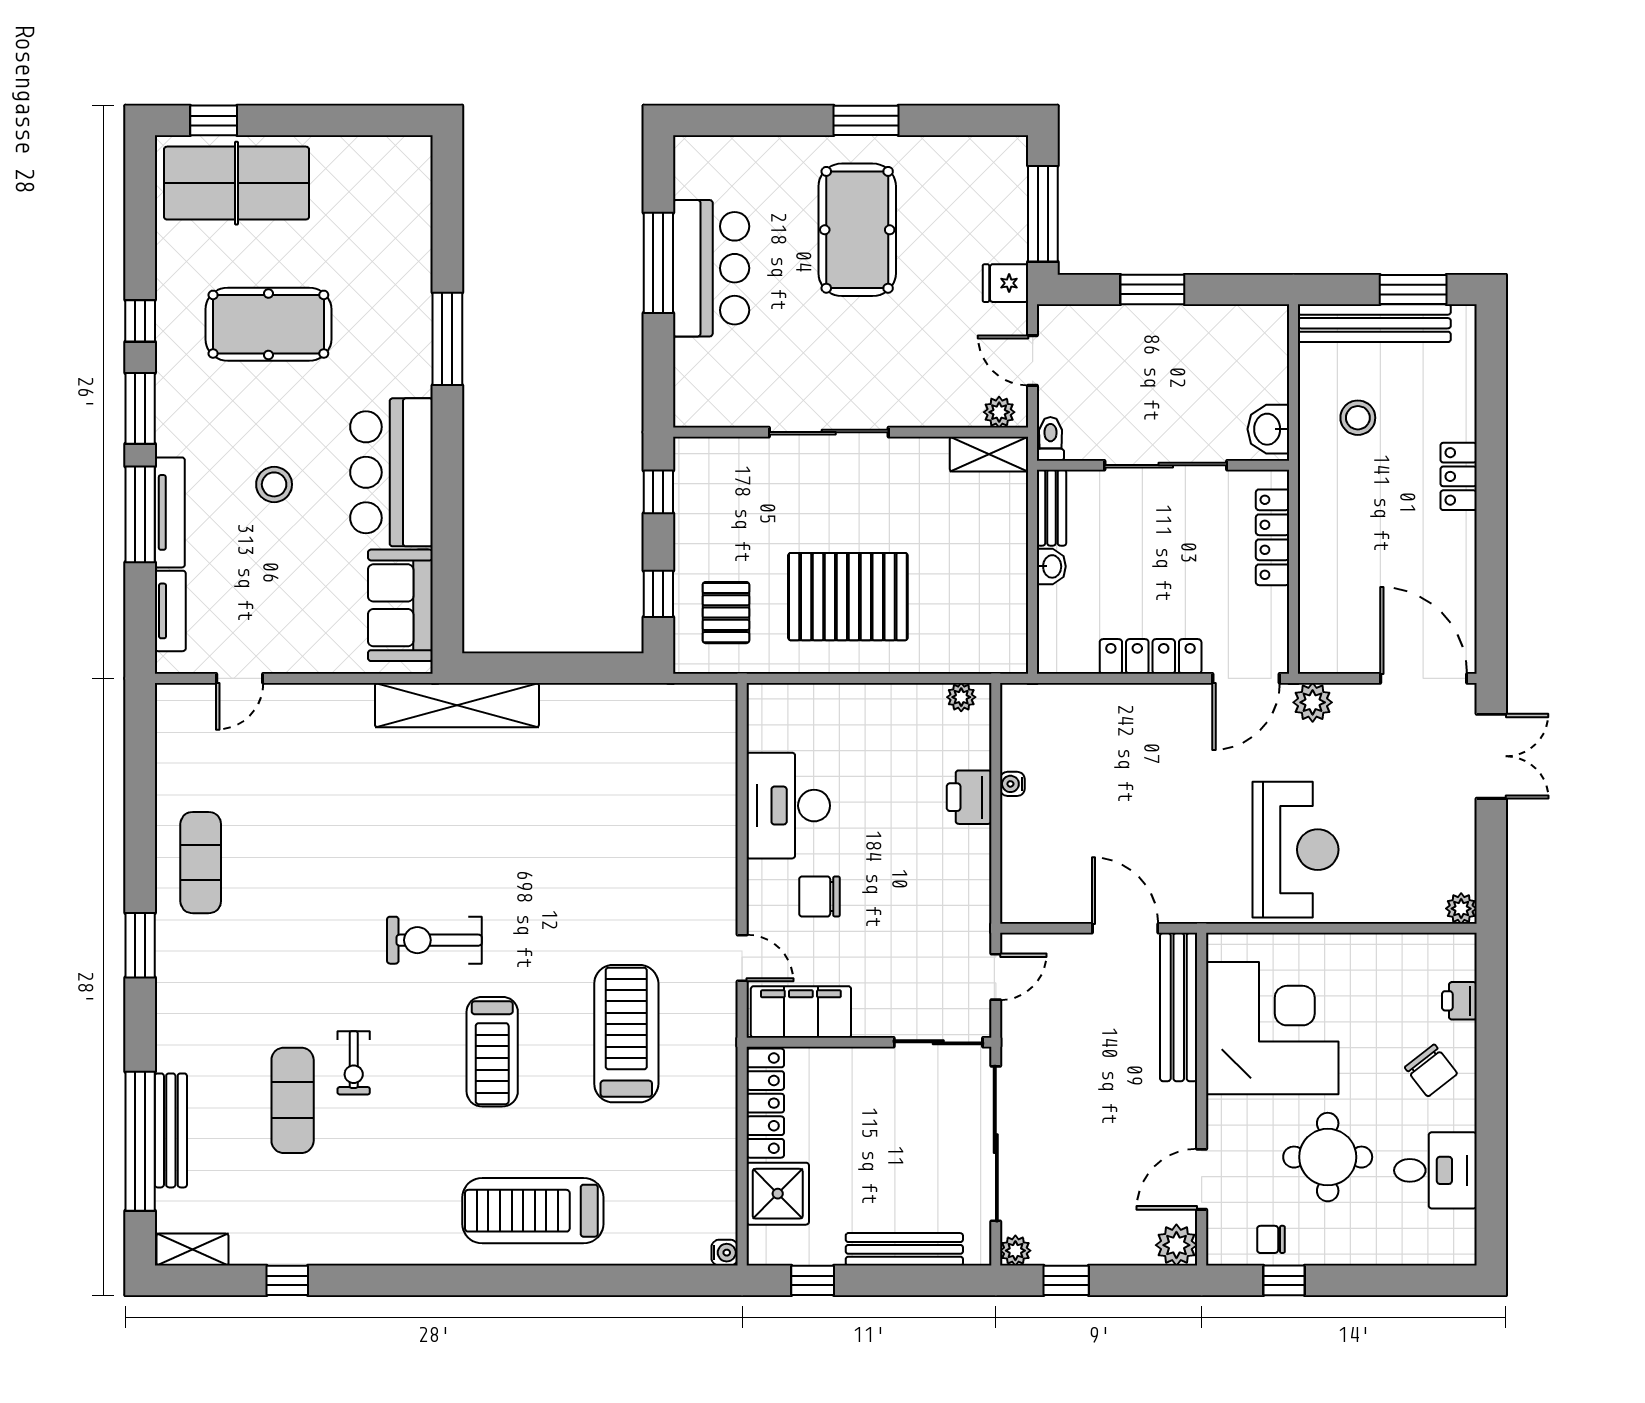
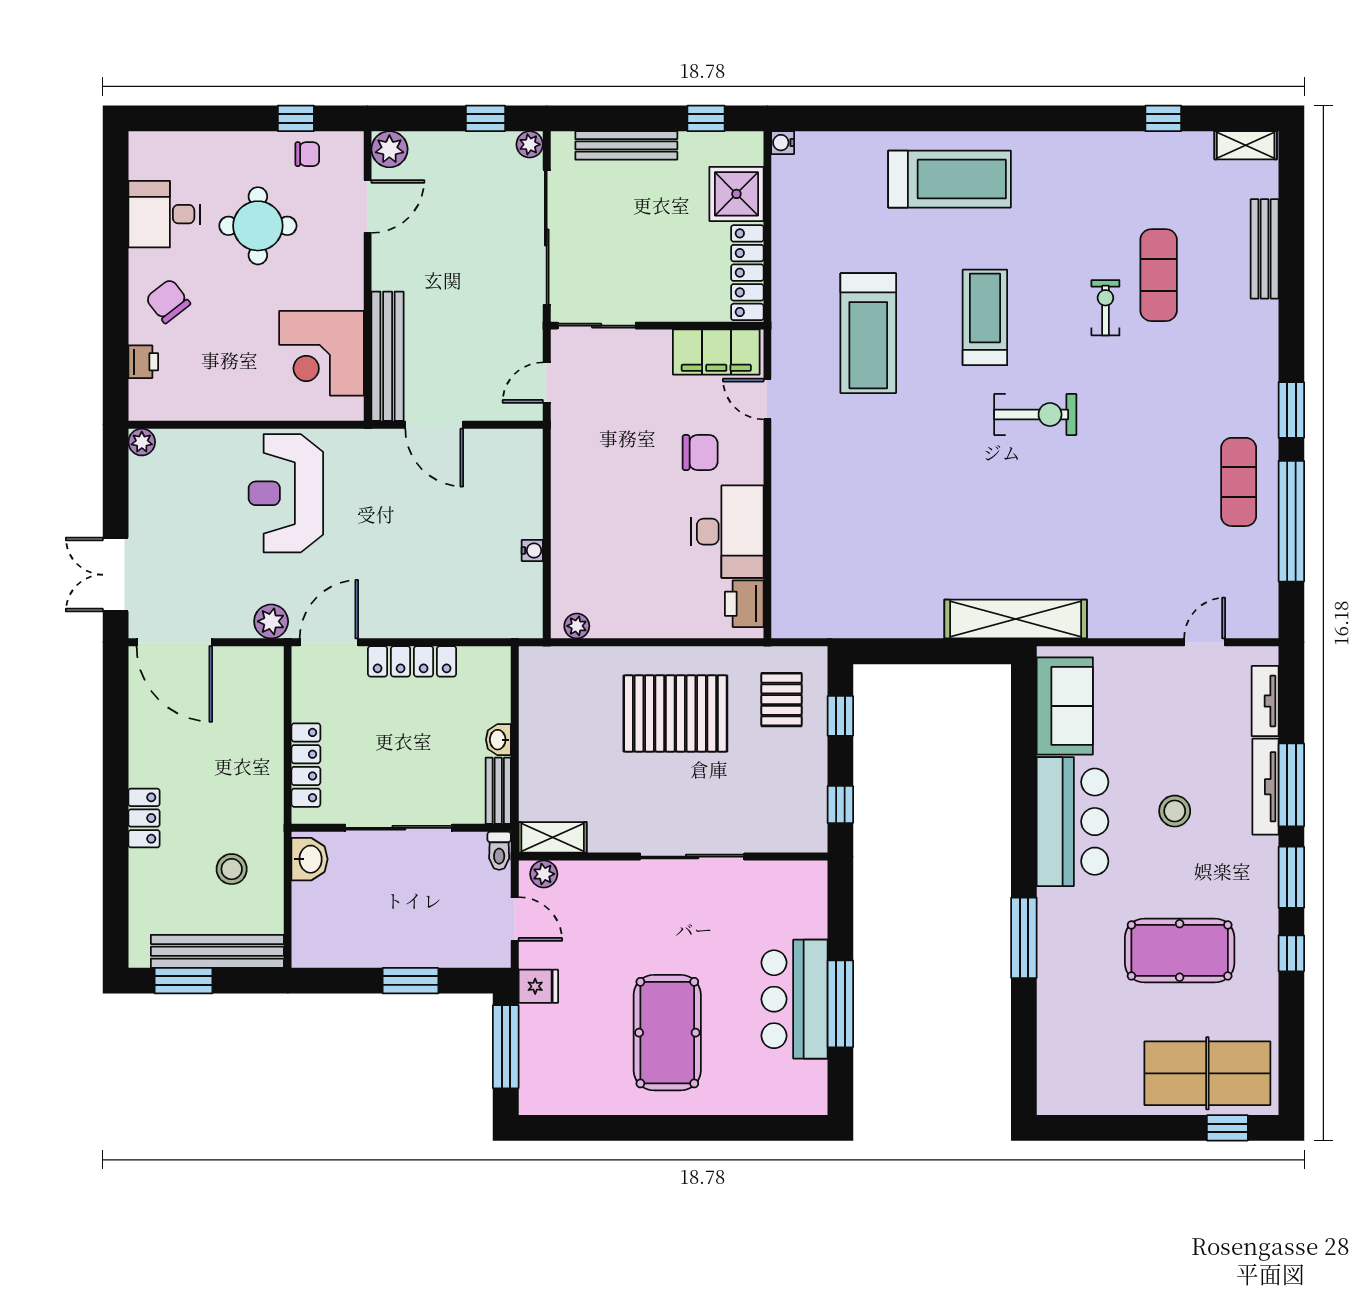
window: (866, 120) -> (660, 1128), removed
printer: (969, 797) -> (744, 604), moved, turned 180
corner desk: (1272, 1028) -> (321, 353), width x0.74, depth x0.74
window: (140, 1141) -> (1291, 521), moved

